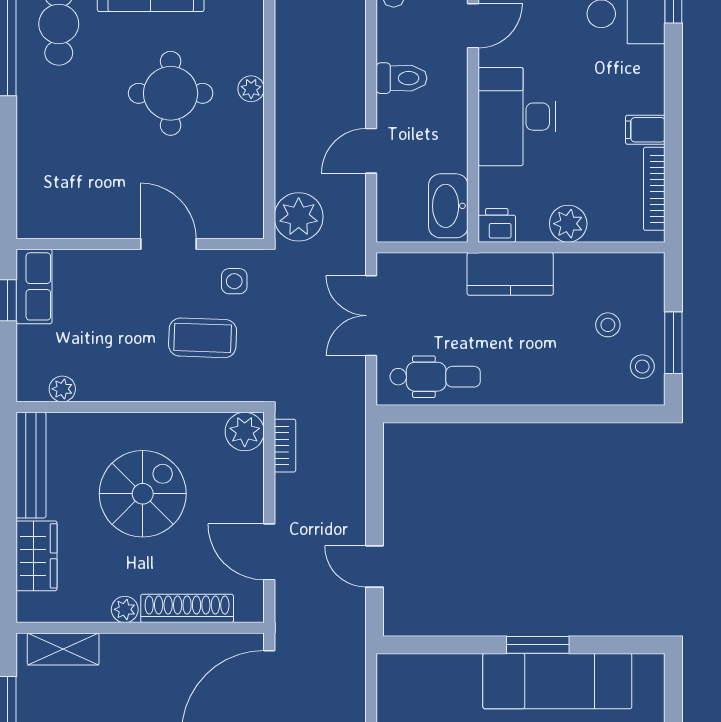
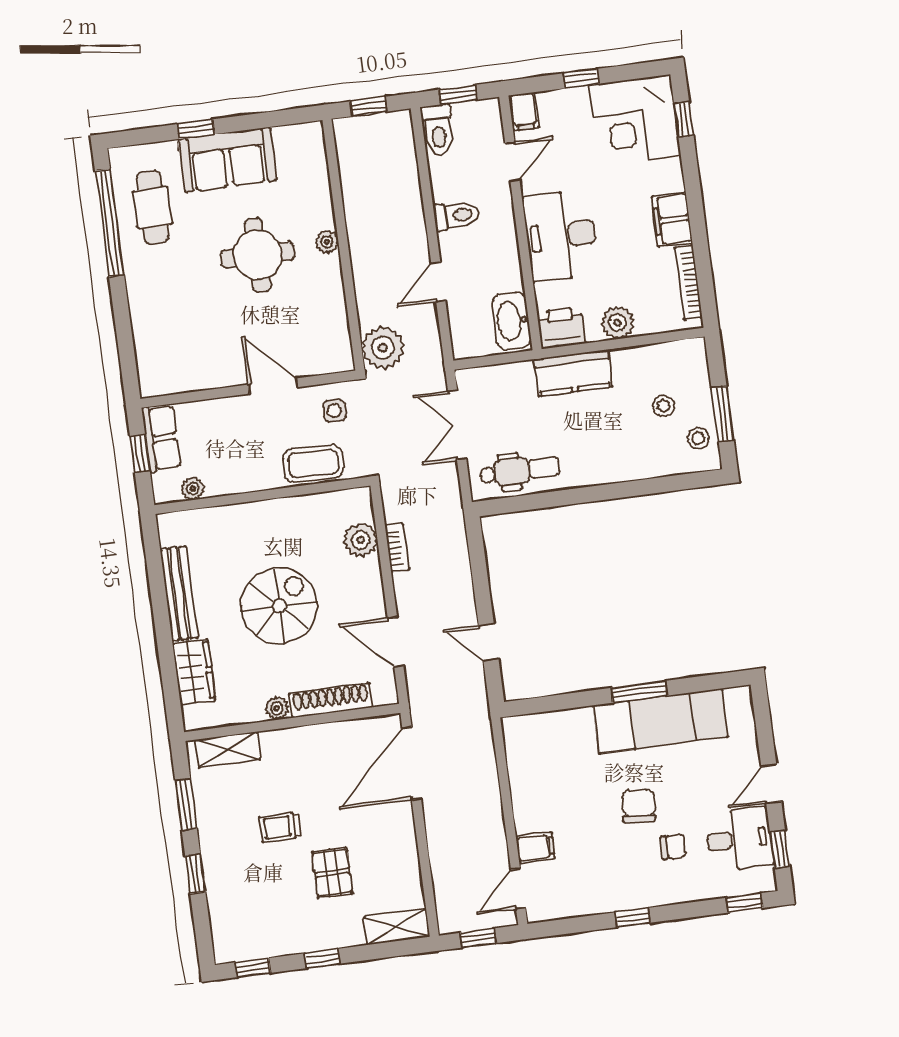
filing cabinet: (645, 130) -> (672, 220), width x2.00
printer: (497, 225) -> (561, 328), width x1.36, depth x1.24
plant: (62, 389) -> (193, 489), moved
wall: (140, 407) -> (262, 495), moved

